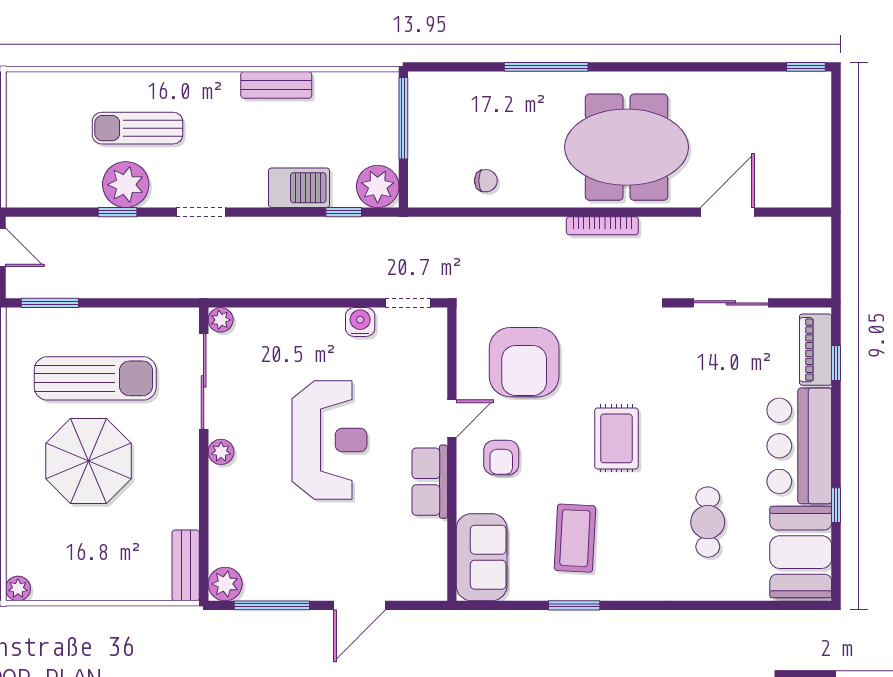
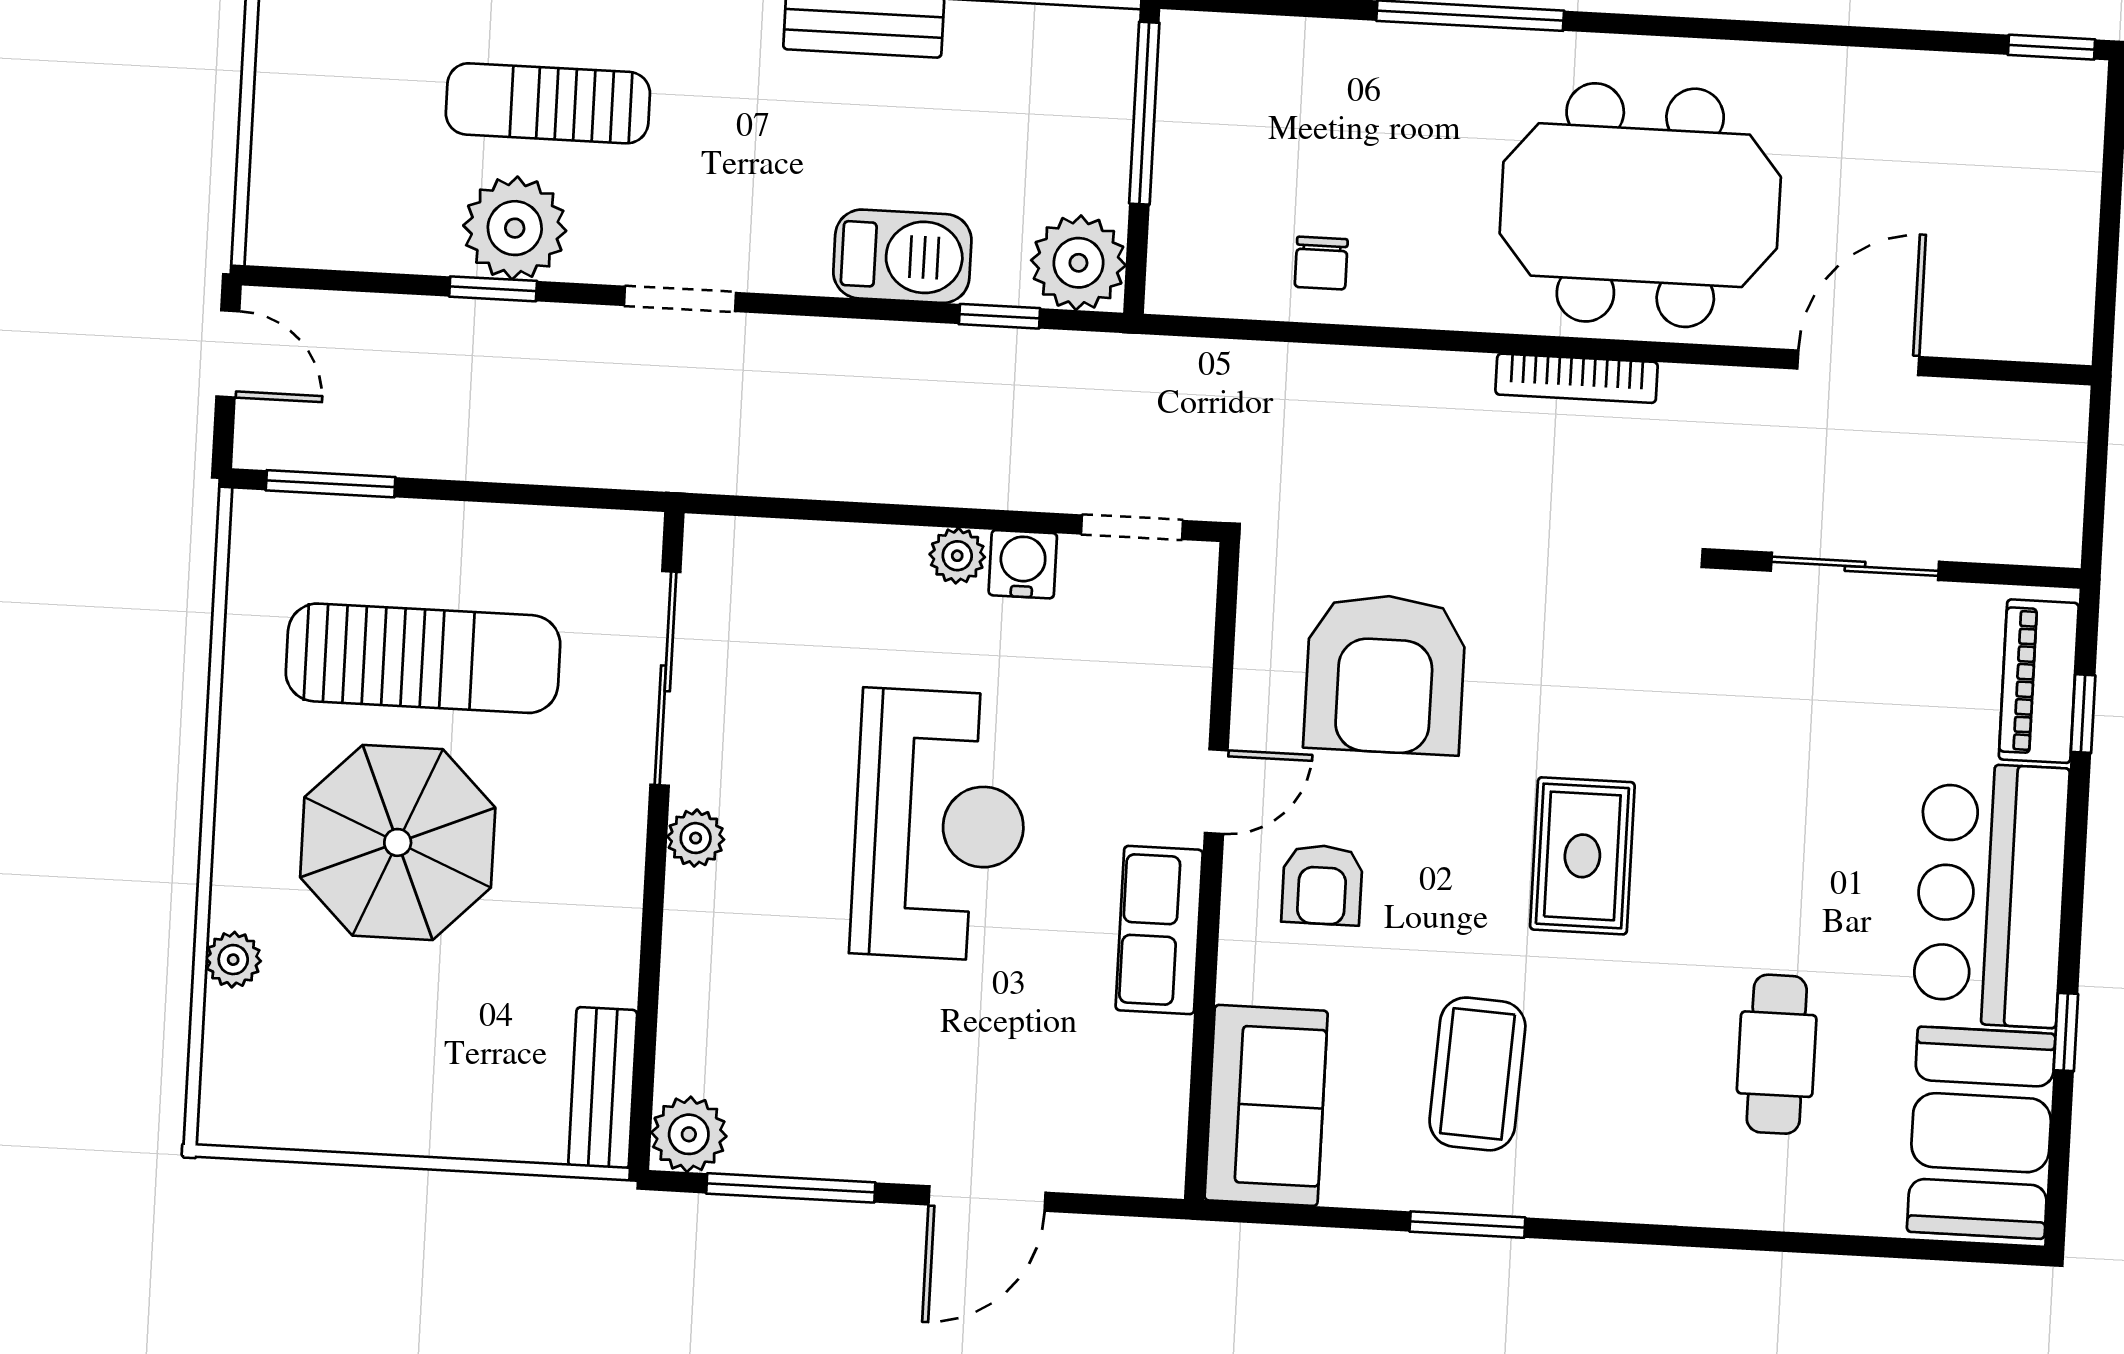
chair: (486, 181) -> (1321, 263), turned 90
plant: (221, 320) -> (957, 556), moved
plant: (18, 588) -> (233, 960), moved

